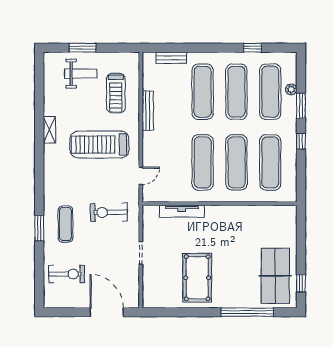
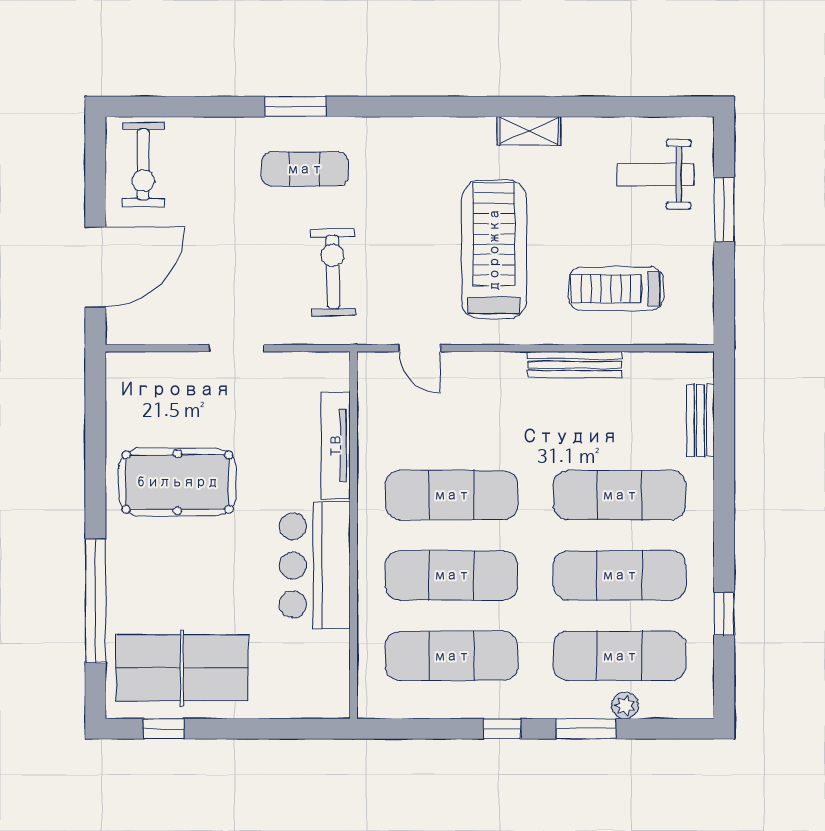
weight bench: (81, 74) -> (656, 174), moved, turned 90
bar counter: (232, 220) -> (315, 565), added
exercise bike: (67, 274) -> (143, 165), moved

